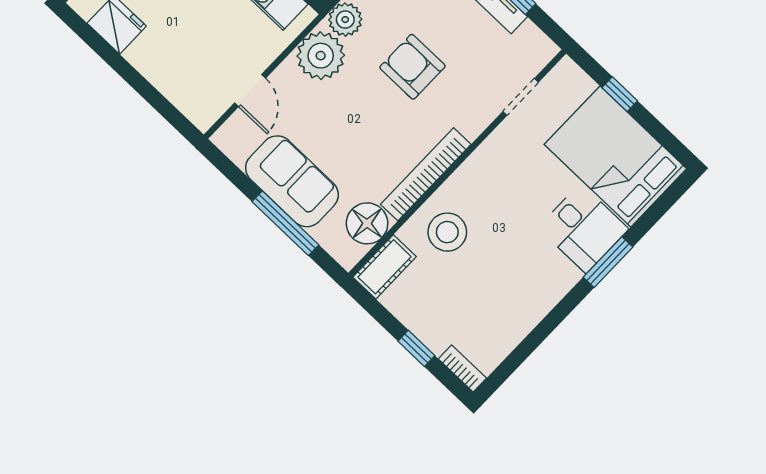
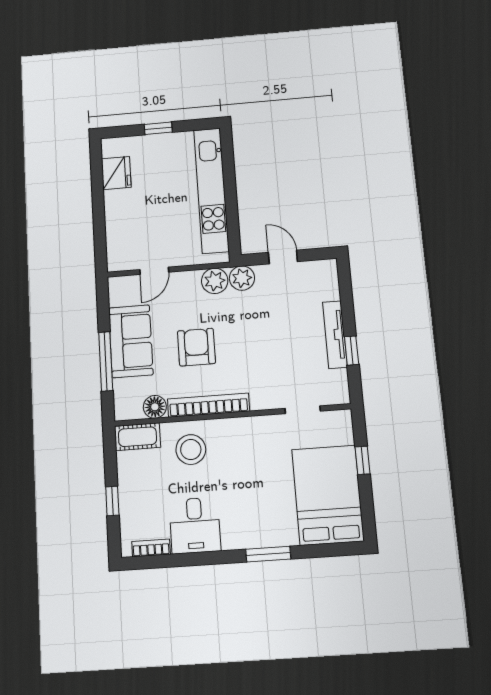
plant: (321, 56) -> (215, 281), width x0.73, depth x0.73
armchair: (412, 67) -> (196, 347), moved
floor lamp: (367, 223) -> (155, 407), width x0.73, depth x0.73
desk: (583, 228) -> (195, 525), moved
bookcase: (462, 368) -> (151, 548), moved, turned -90

